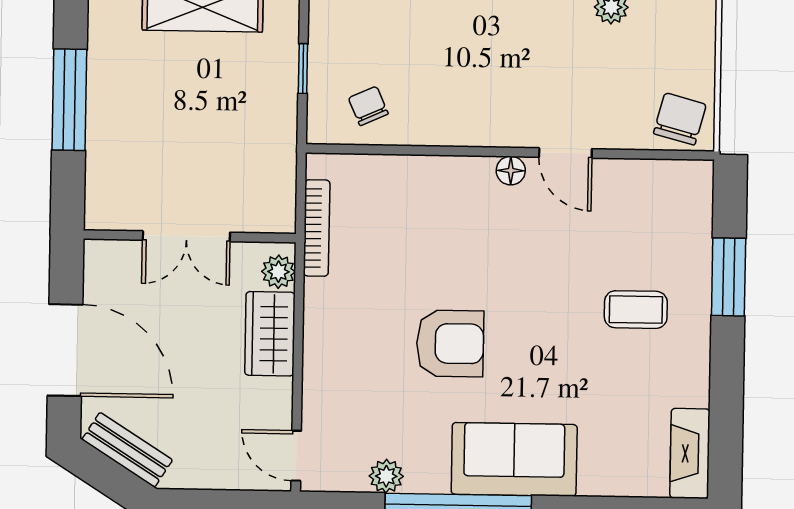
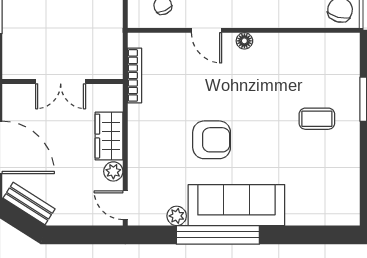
door: (565, 153) -> (207, 30), moved
plant: (278, 272) -> (113, 171), moved
fireplace: (690, 453) -> (349, 200), removed
sofa: (514, 459) -> (236, 205), width x1.36

